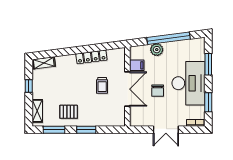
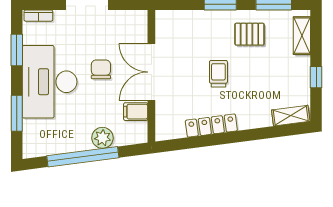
trolley: (102, 85) -> (218, 74), moved

